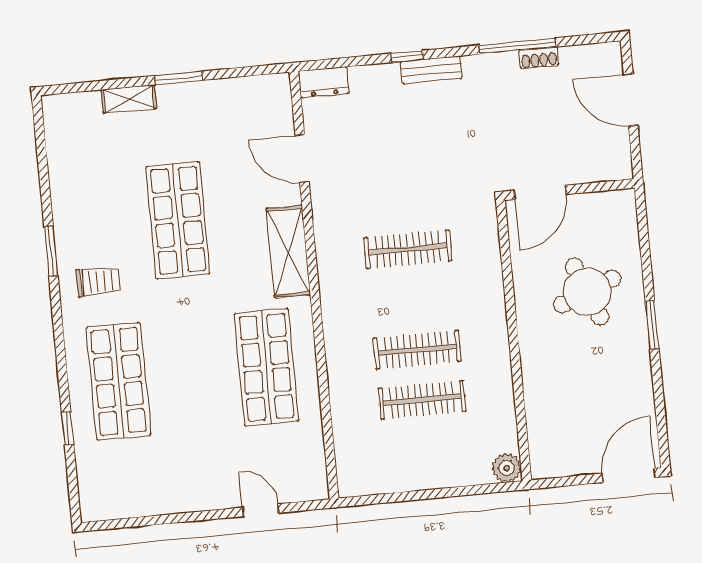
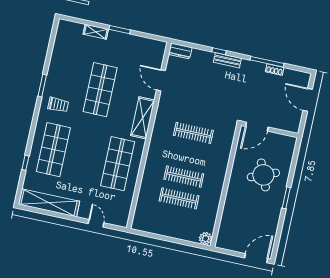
shelving: (146, 498) -> (49, 203), added

